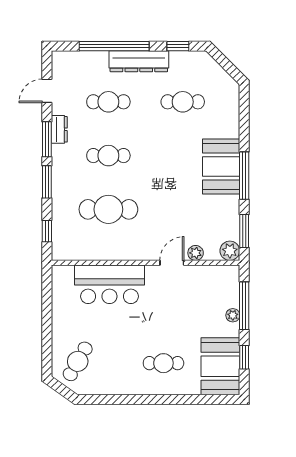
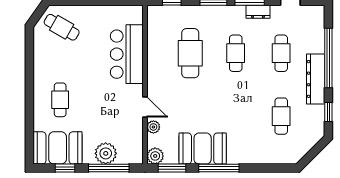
booth: (221, 167) -> (203, 149), moved
plant: (233, 315) -> (106, 153), width x1.88, depth x1.88

